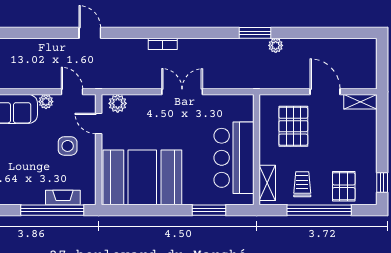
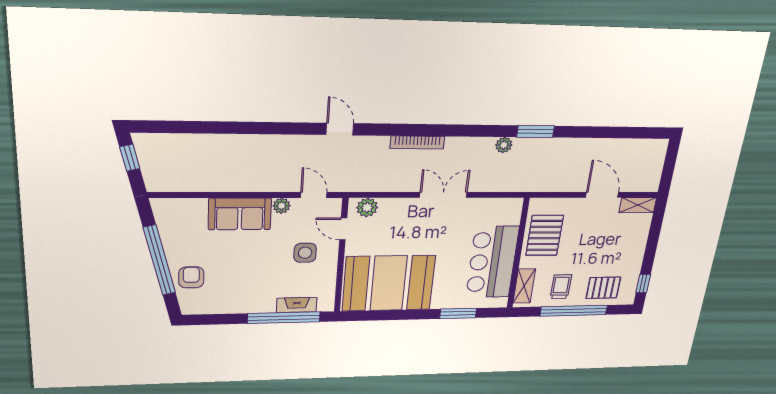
bookcase: (163, 44) -> (417, 142), width x1.56
plant: (276, 45) -> (504, 145), moved
pallet: (293, 126) -> (545, 235), moved
pallet: (344, 186) -> (603, 288), turned 90

